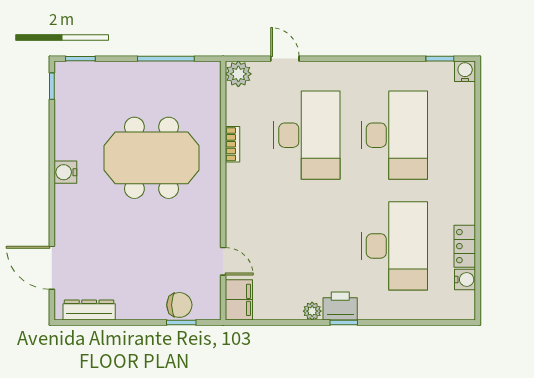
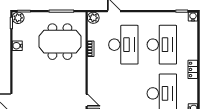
plant: (67, 74) -> (18, 18), added
meeting table: (151, 158) -> (60, 42), moved
water cooler: (65, 172) -> (17, 46), moved
locker: (465, 246) -> (193, 69), moved

